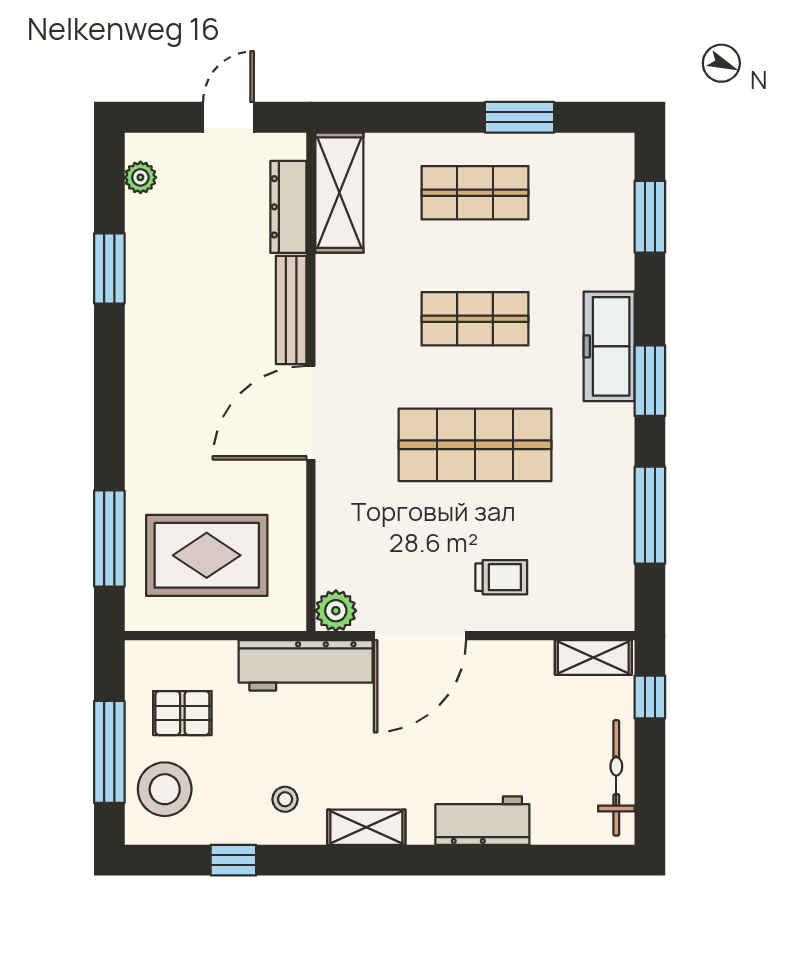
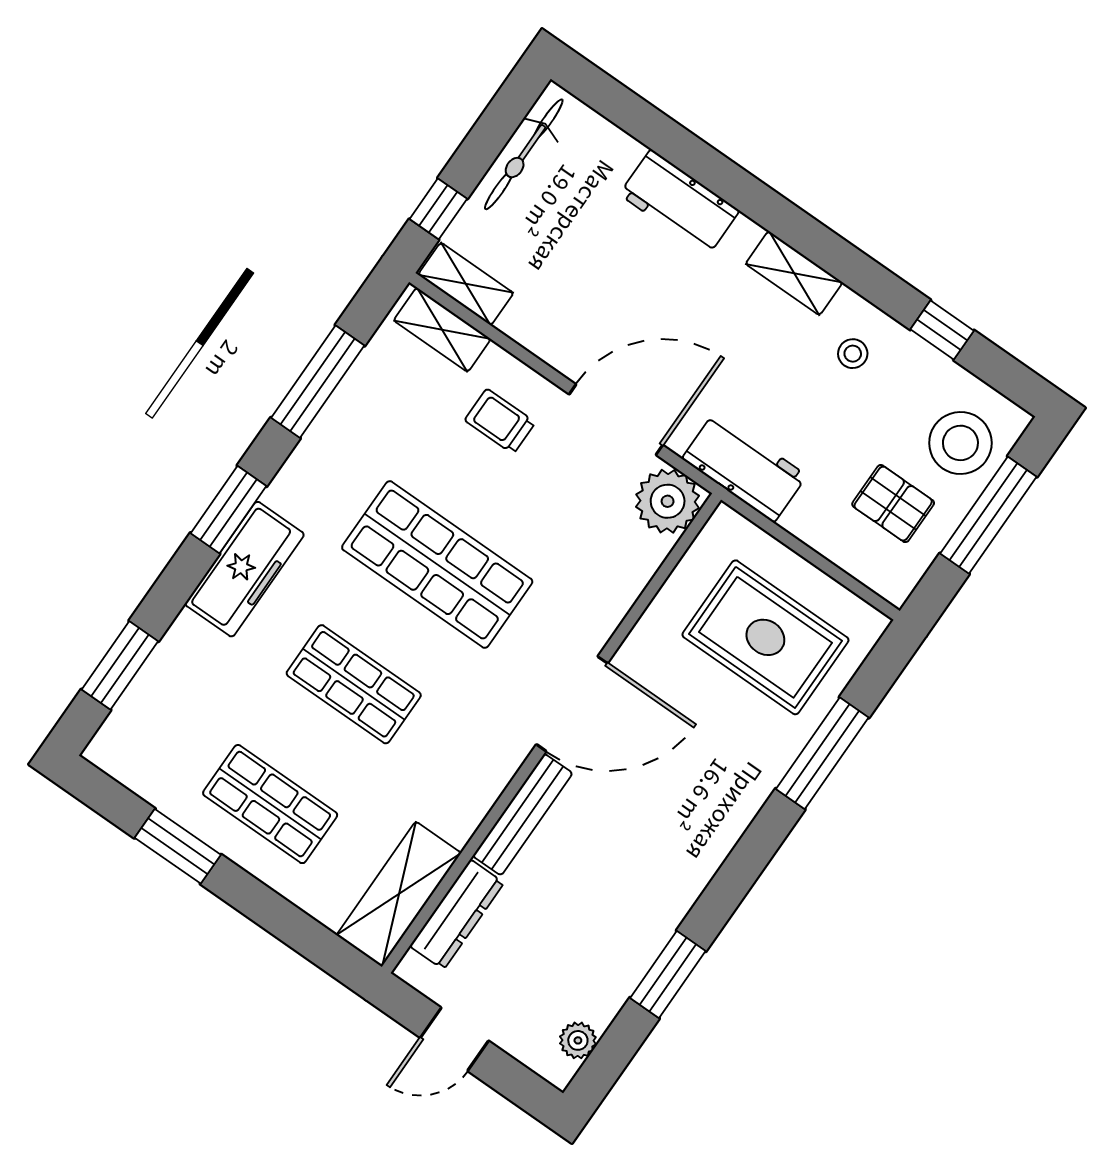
window: (109, 538) -> (822, 753), moved
plant: (336, 611) -> (668, 501), width x1.36, depth x1.36
shelving: (587, 613) -> (442, 330), added
workbench: (306, 665) -> (744, 467), width x0.73

